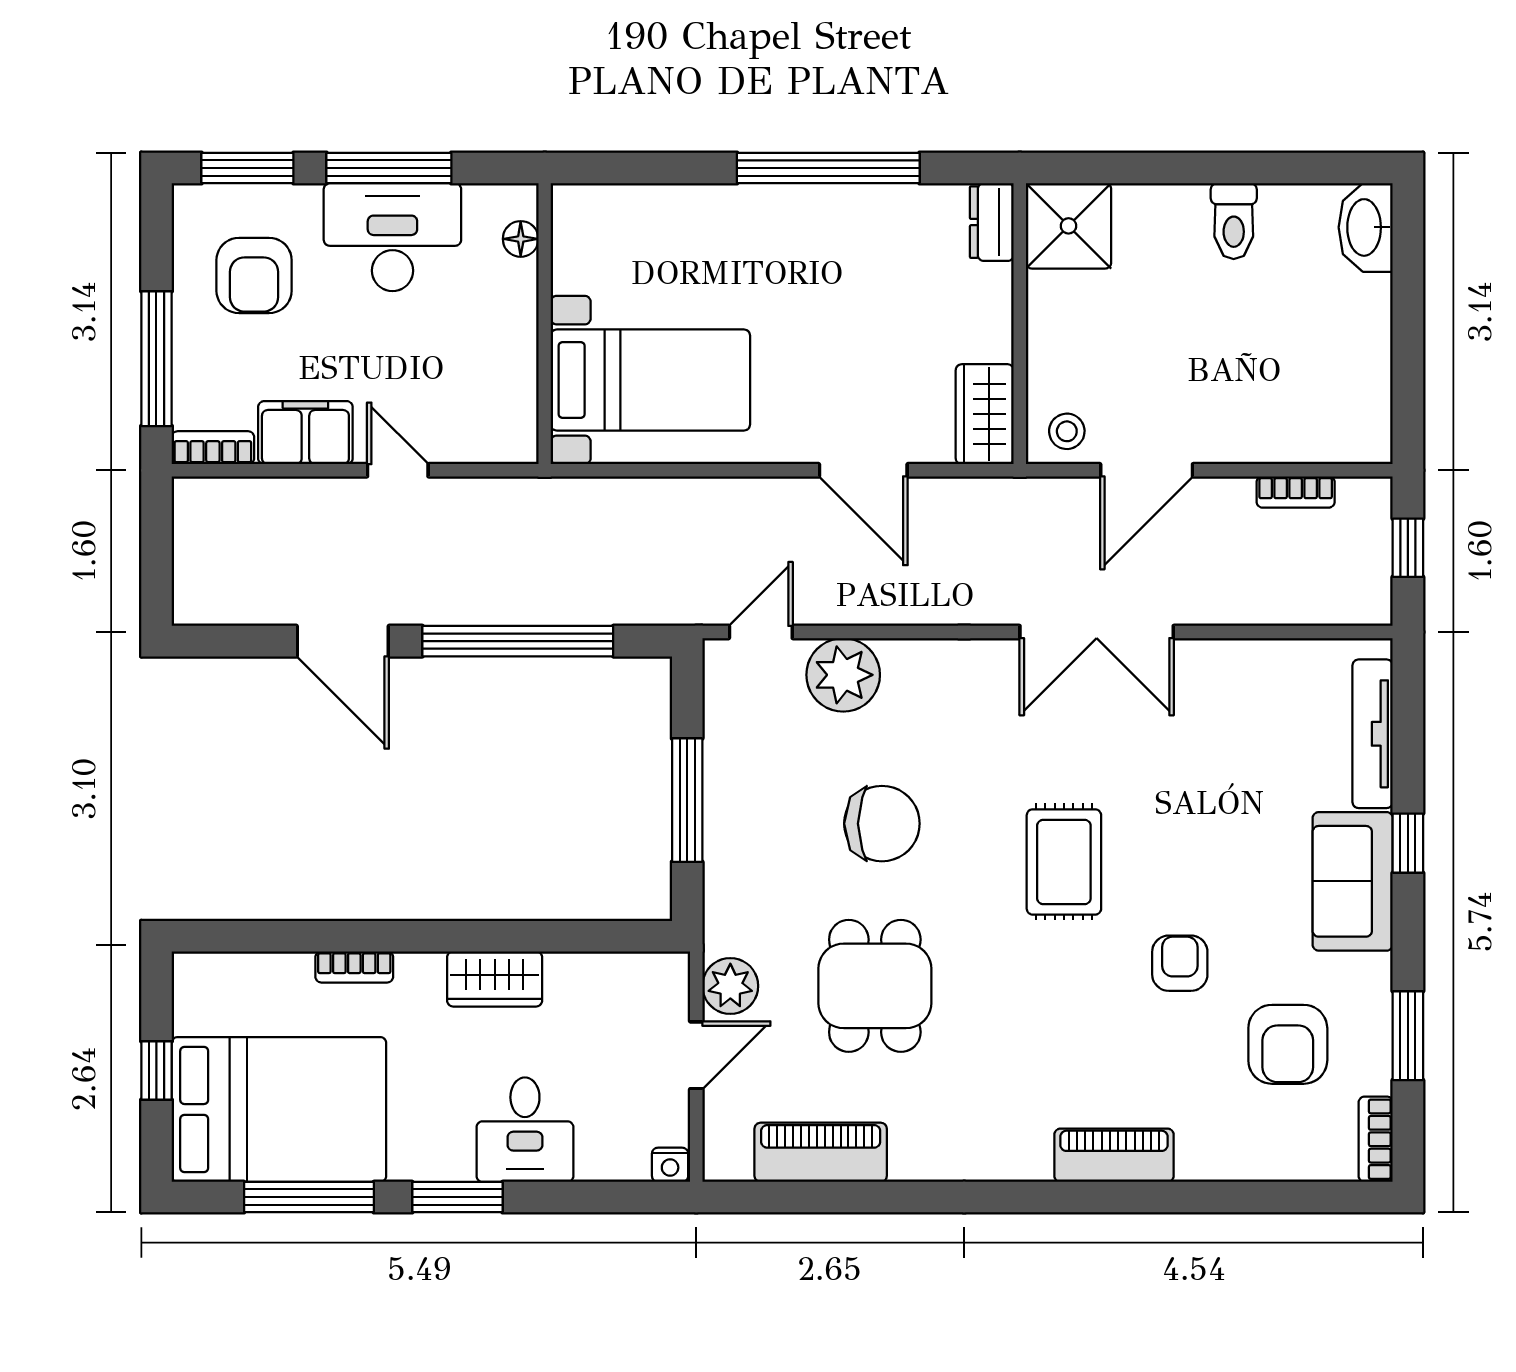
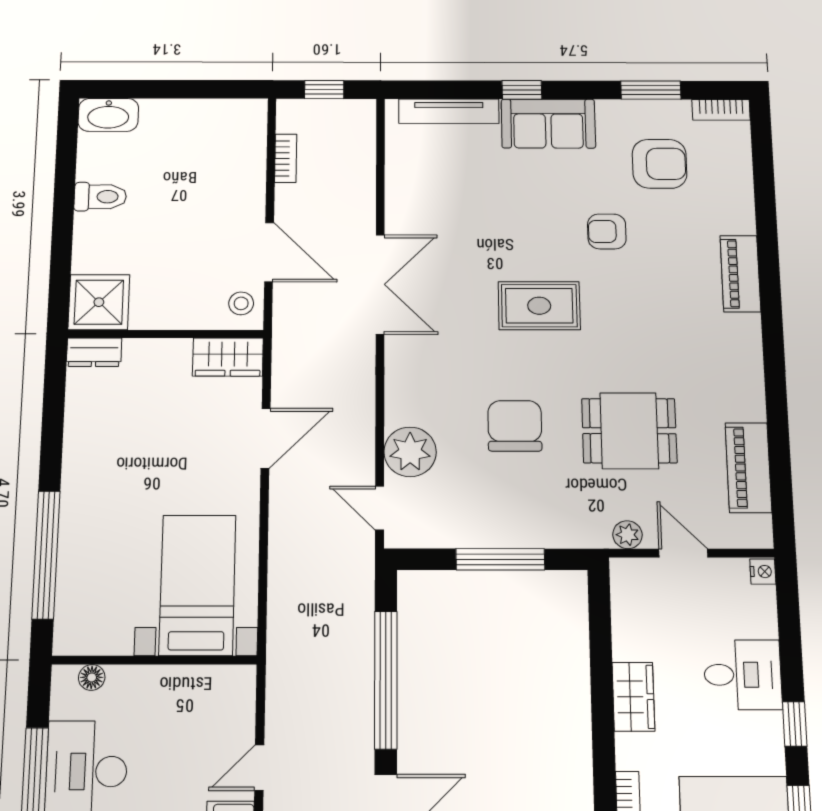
window: (828, 168) -> (46, 555), moved
plant: (730, 986) -> (627, 535), width x0.73, depth x0.73
window: (457, 1197) -> (795, 724), width x0.67

